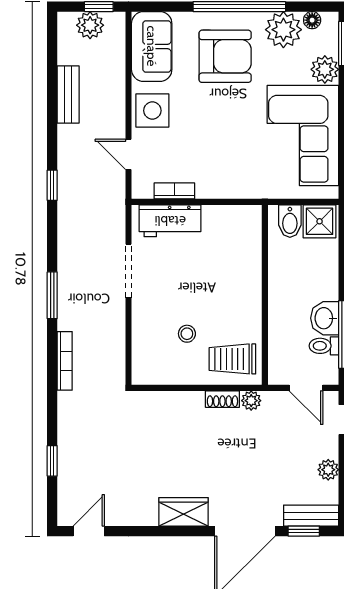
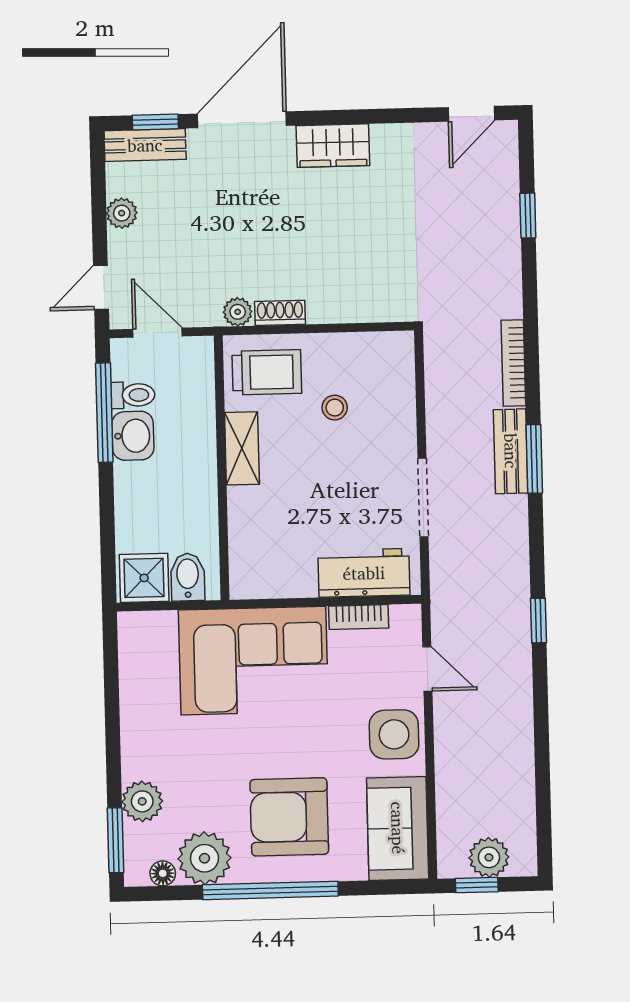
bench: (68, 95) -> (511, 451), moved
corner sofa: (303, 135) -> (253, 661), moved, turned 90
shelving: (251, 308) -> (242, 448), added

